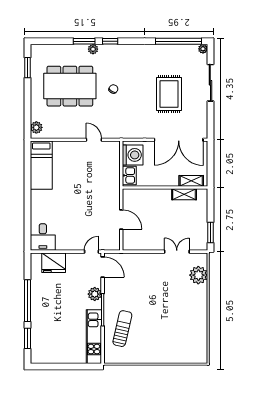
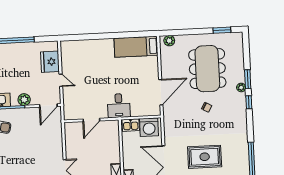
door: (94, 140) -> (161, 92), width x1.87
desk: (43, 237) -> (119, 106), moved, turned -90
door: (91, 252) -> (61, 80), moved

